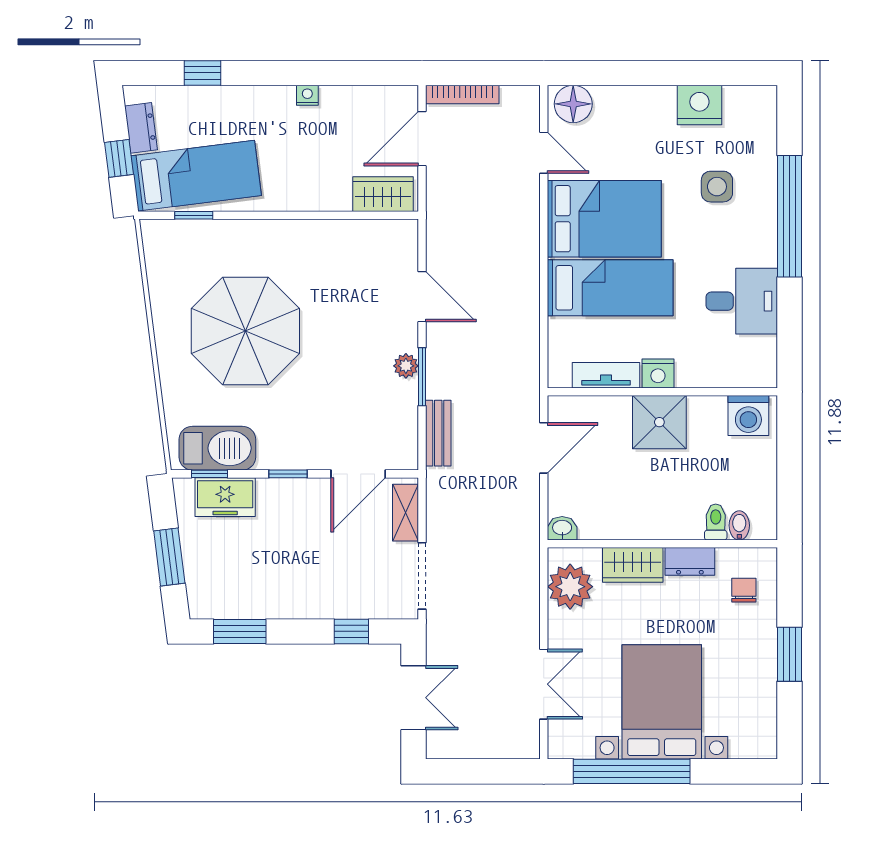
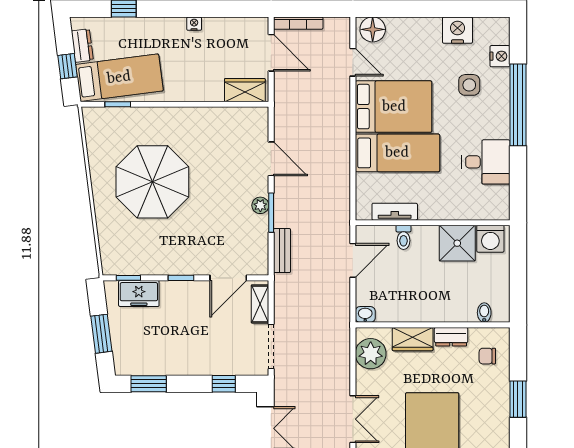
door: (422, 139) -> (271, 53), swing flipped
nightstand: (658, 373) -> (500, 56), moved, turned -90
shower: (659, 422) -> (457, 243), moved
barbecue: (217, 448) -> (134, 261), removed
toilet: (716, 522) -> (403, 237), moved, turned 180
chair: (744, 590) -> (487, 356), turned -90

